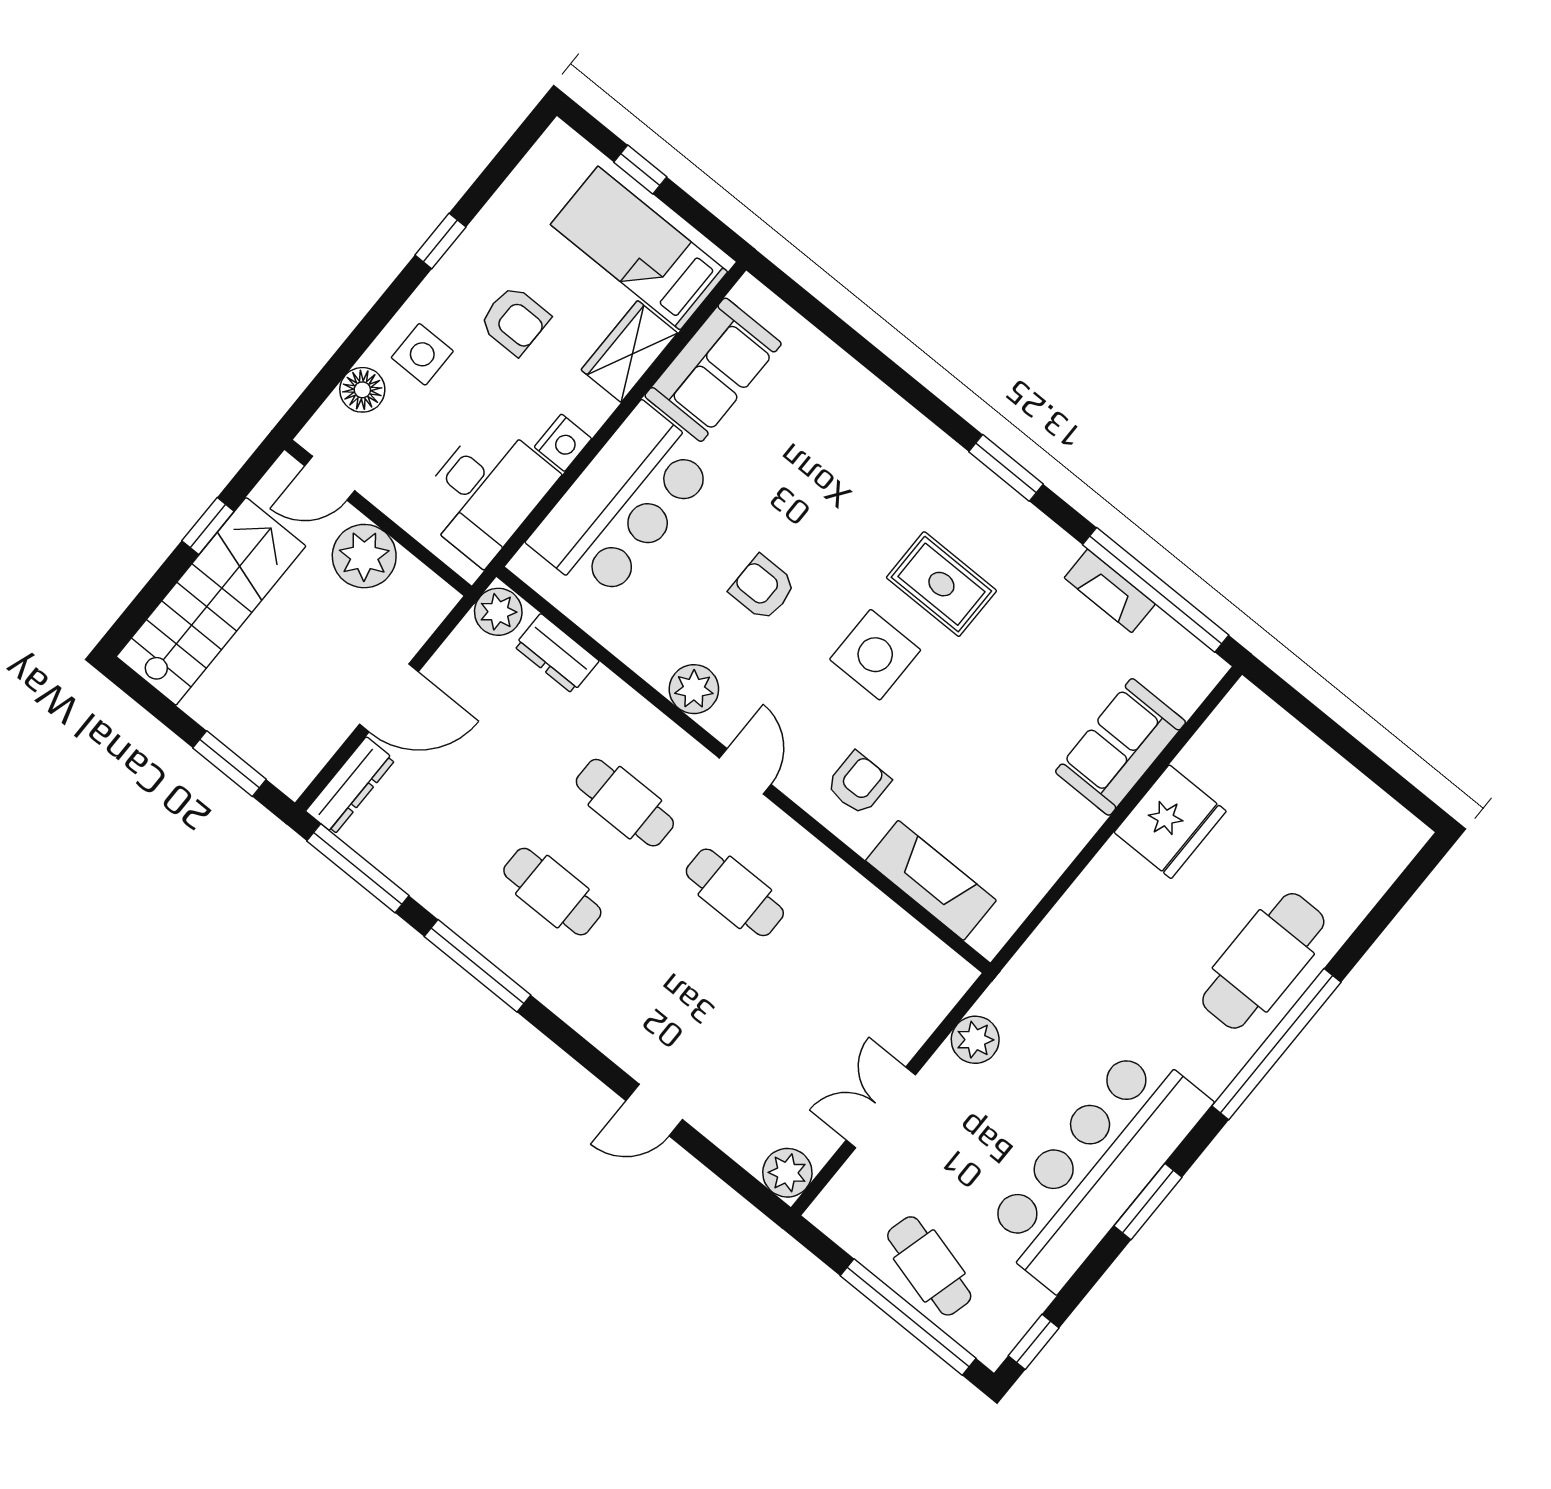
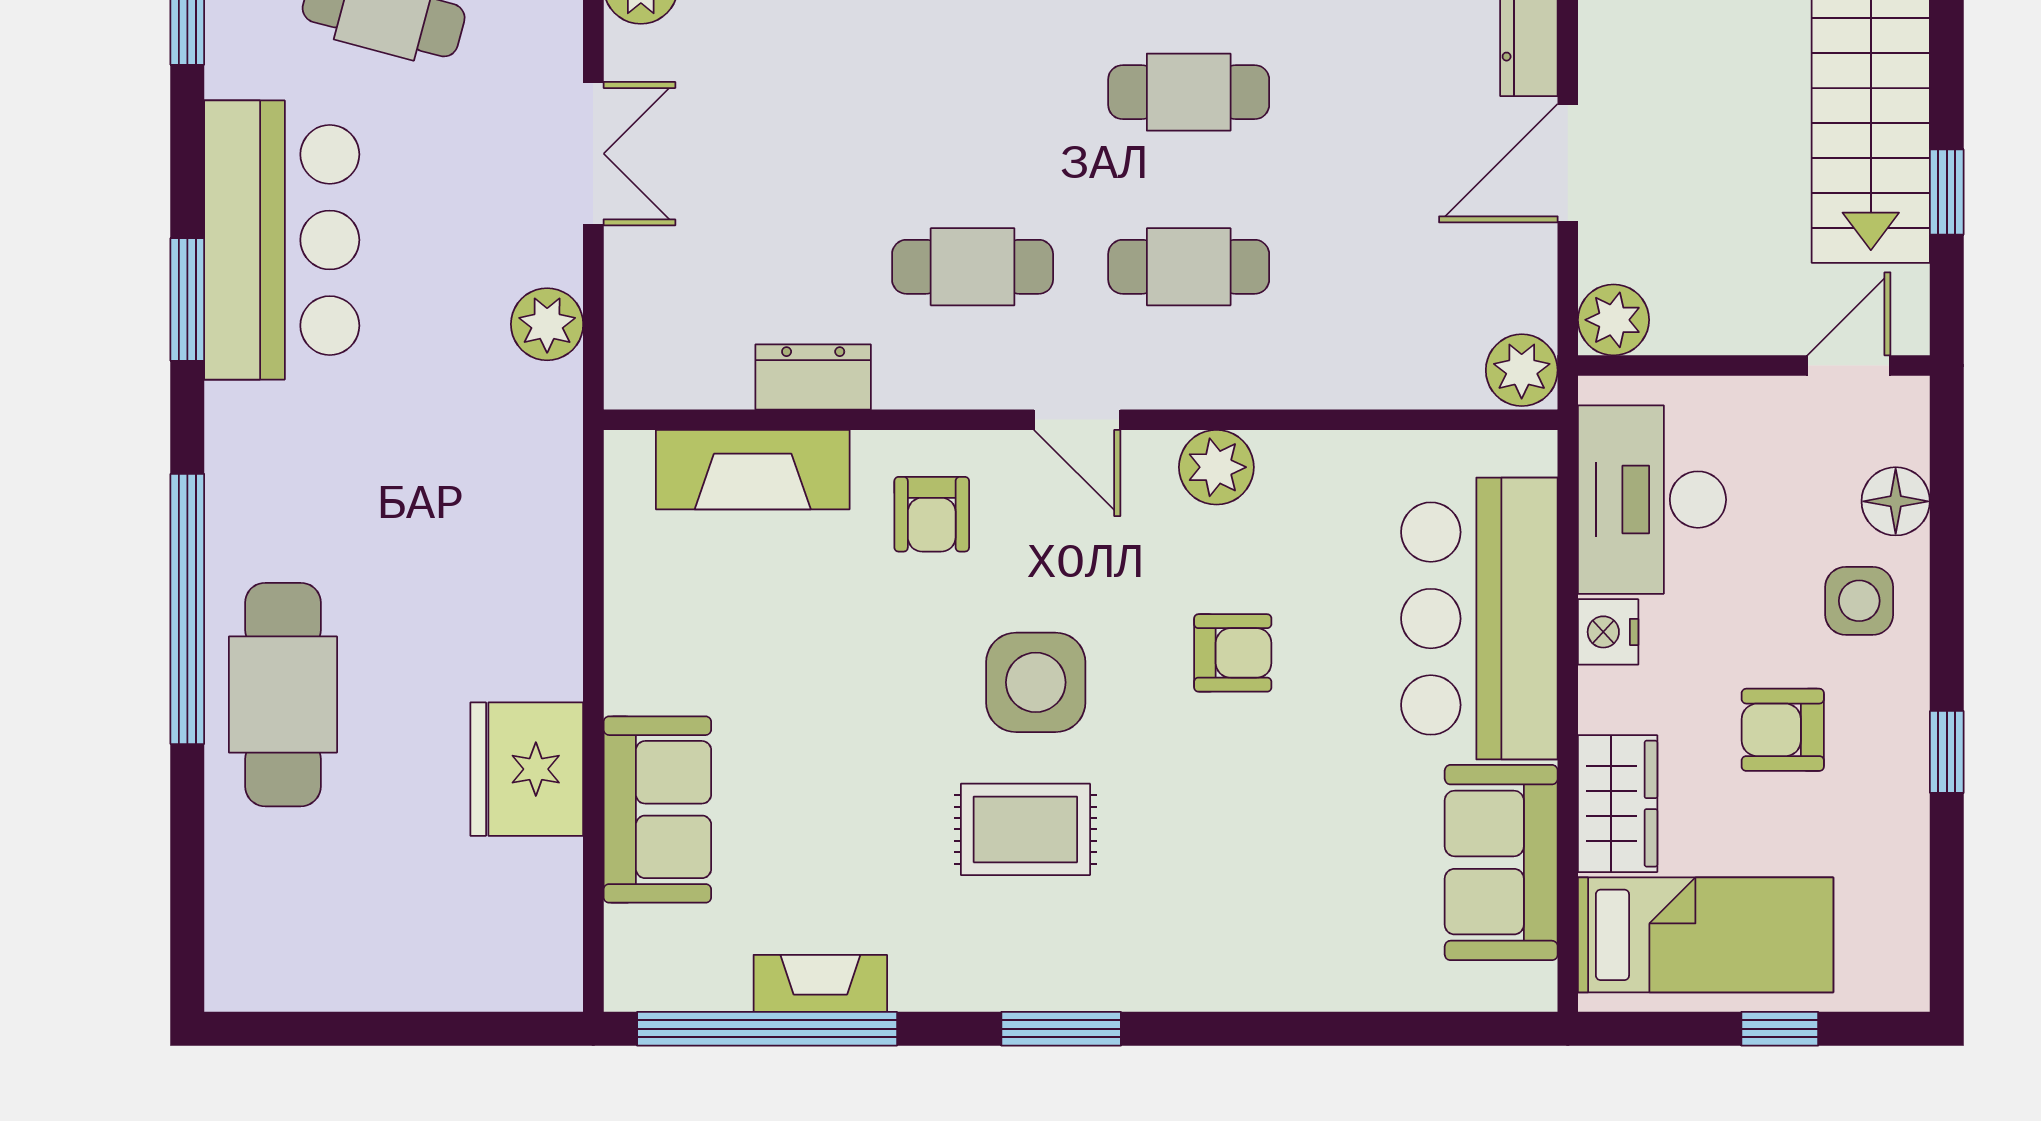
plant: (364, 556) -> (1614, 320), moved, width x0.73, depth x0.73
dresser: (557, 654) -> (813, 377), moved
bar counter: (1096, 1167) -> (282, 240), width x0.73

